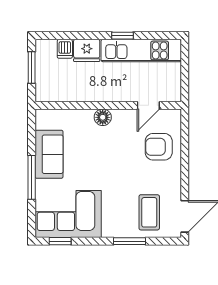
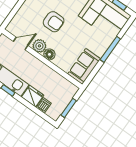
plant: (123, 119) -> (39, 46), added
armchair: (159, 147) -> (54, 22), moved
sofa: (49, 154) -> (84, 66), moved

